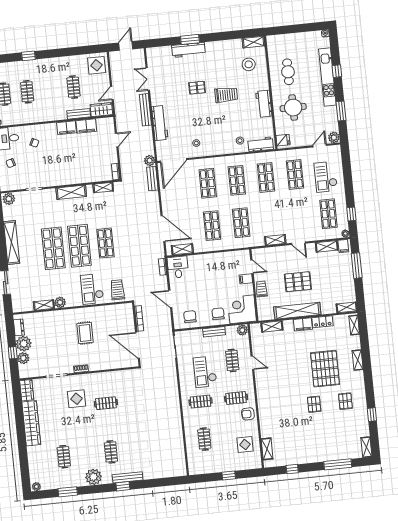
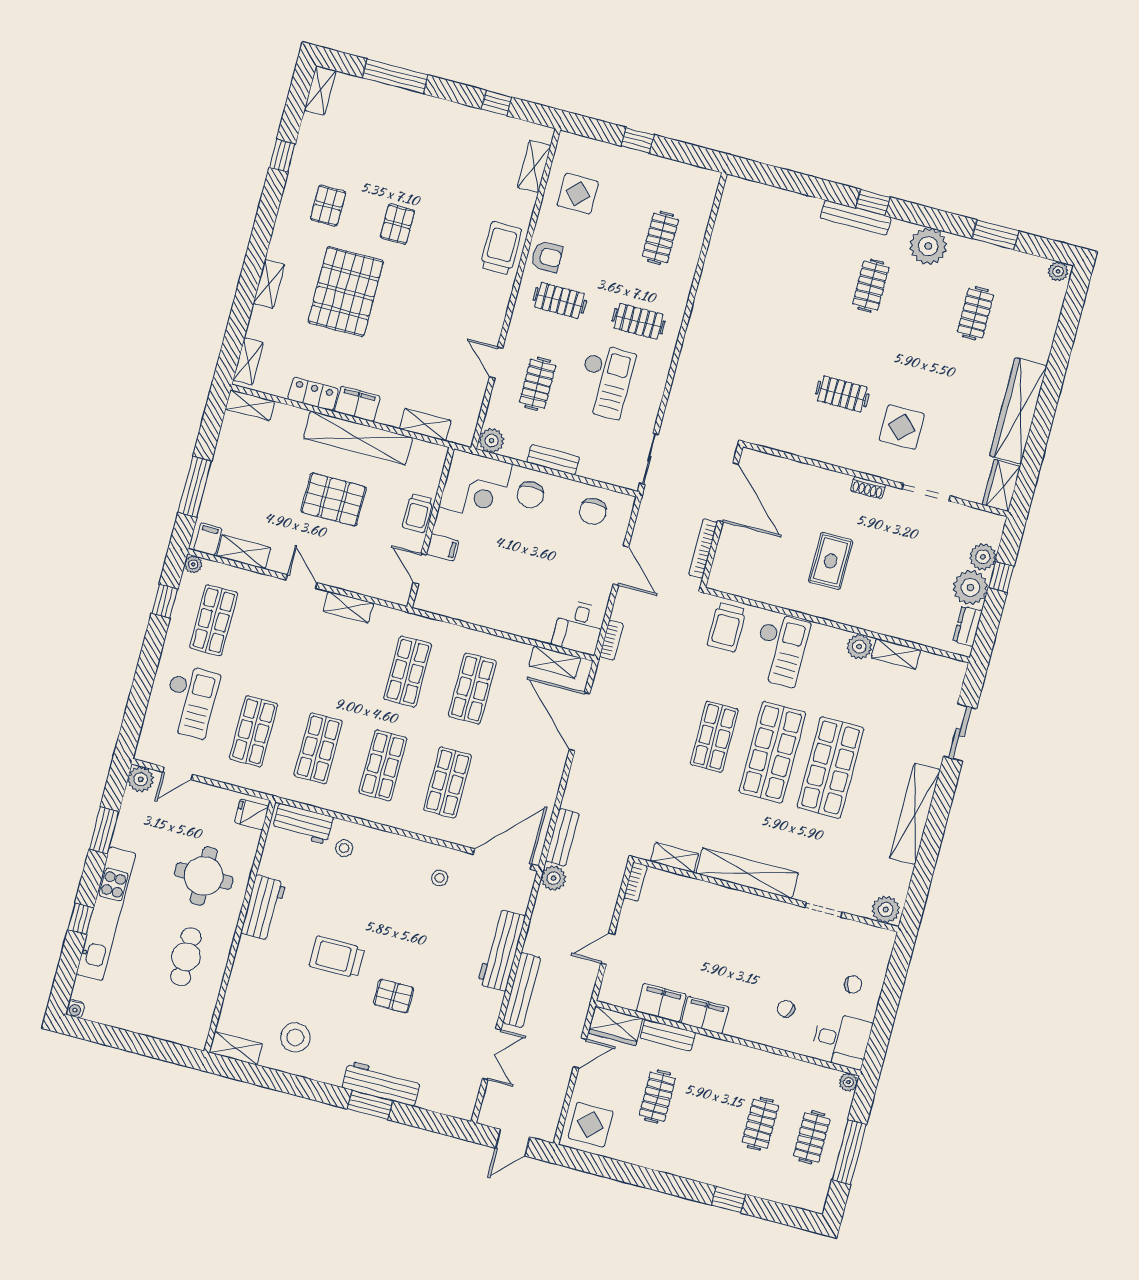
stool: (249, 64) -> (295, 1037), moved
shelving: (71, 192) -> (747, 873), width x1.47
trolley: (268, 410) -> (501, 248), added

